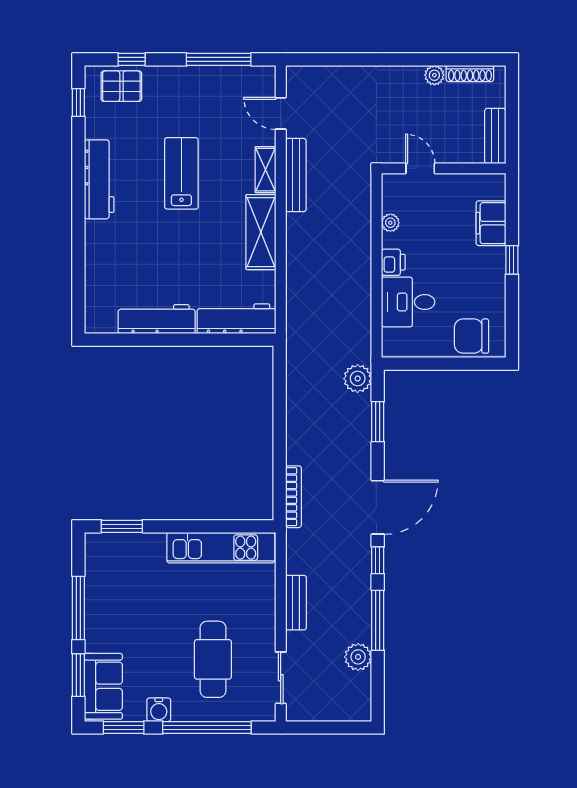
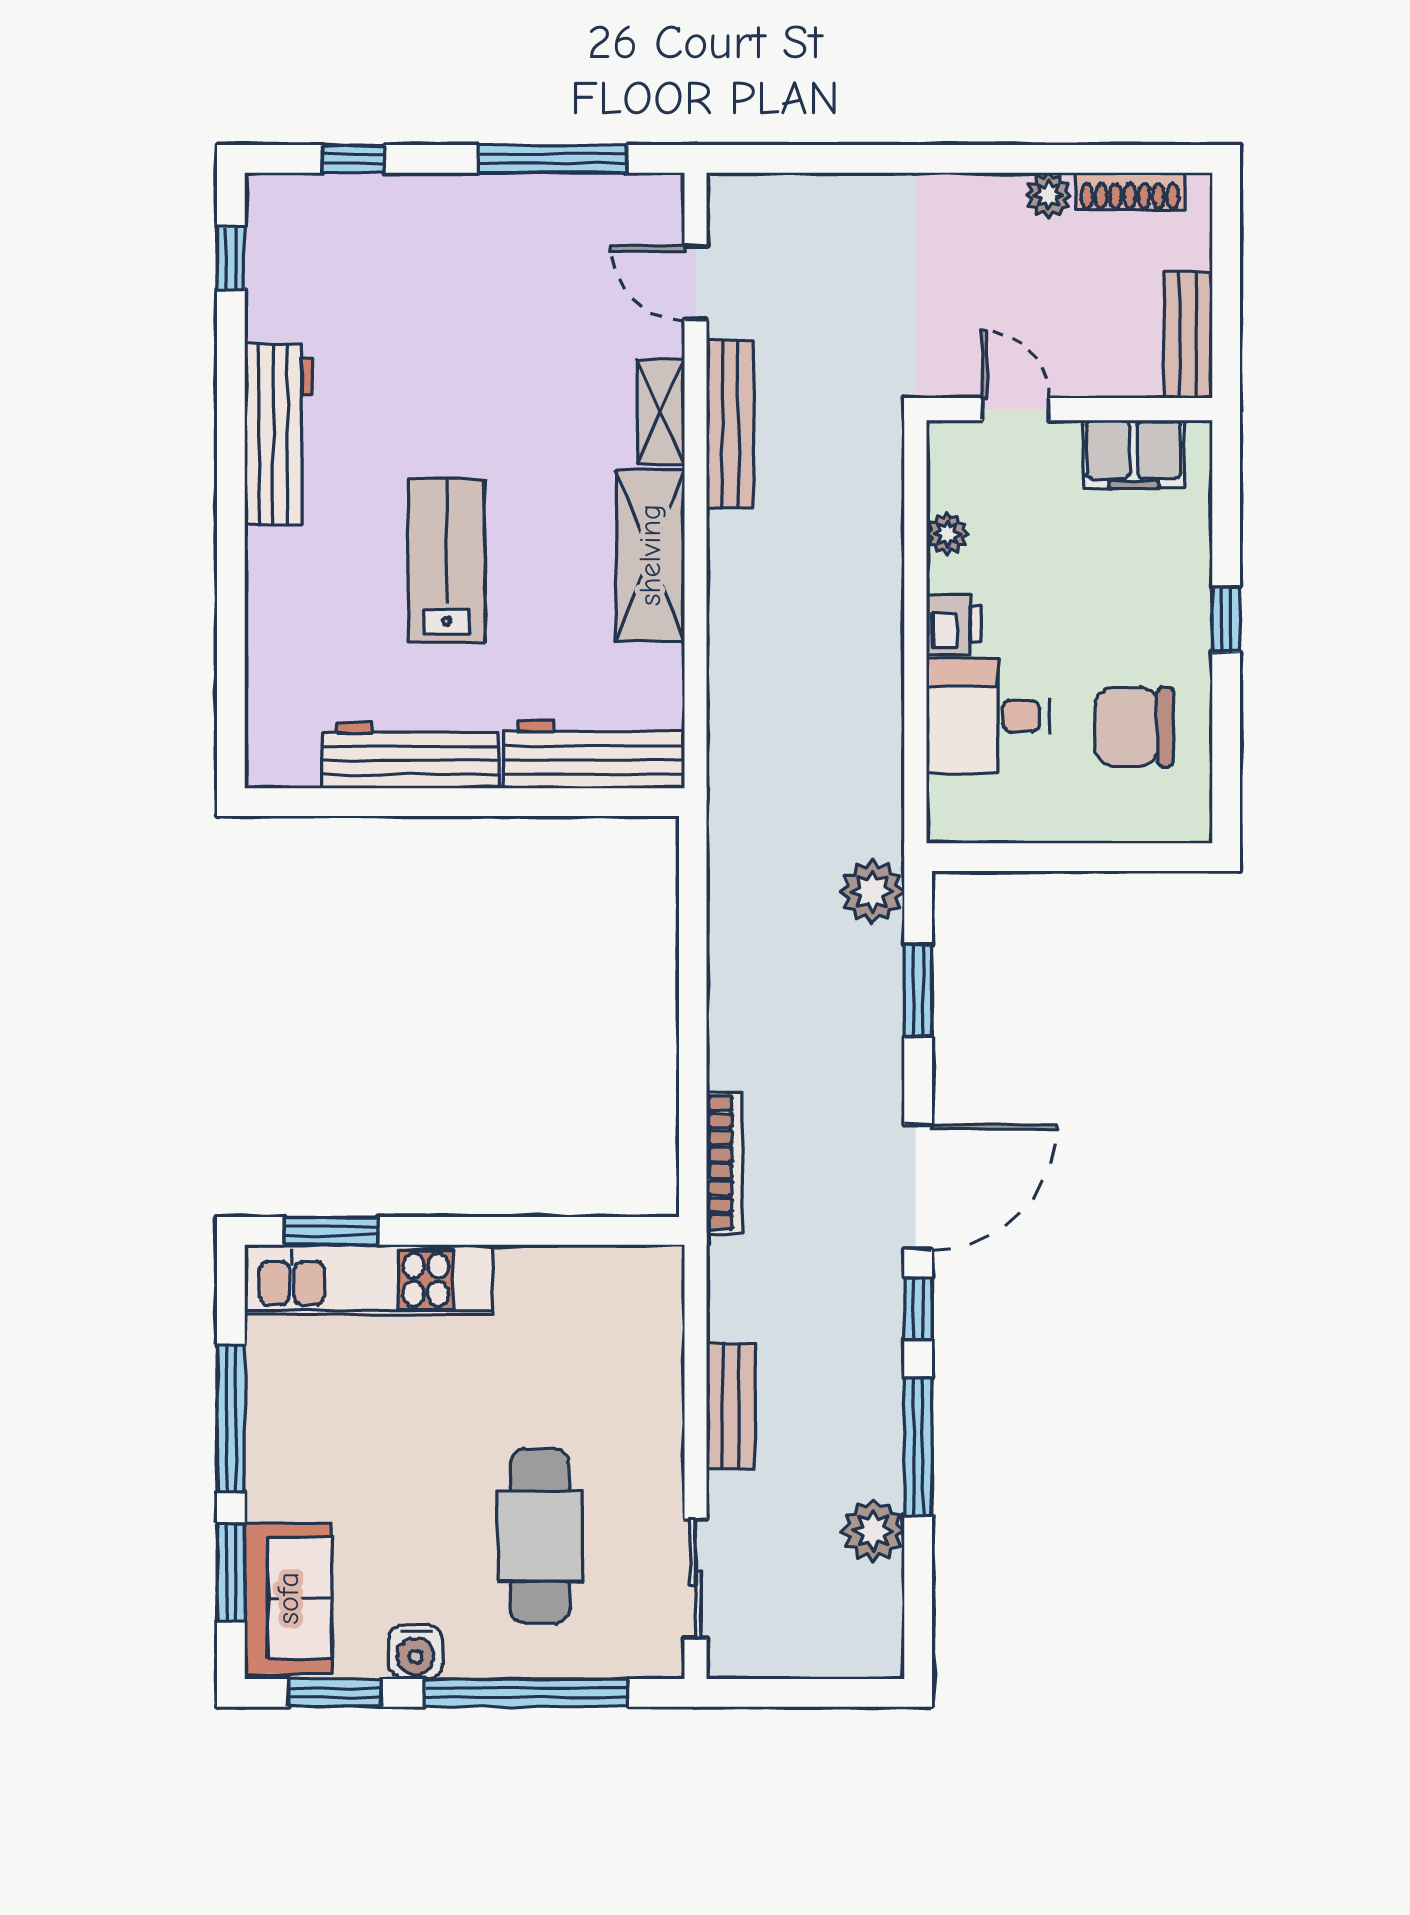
pallet: (121, 86) -> (330, 221), removed
lab bench: (181, 173) -> (447, 560), moved
filing cabinet: (491, 223) -> (1134, 454), moved, turned -90
chair: (472, 336) -> (1134, 727), moved
kitchen unit: (221, 548) -> (369, 1280), moved

